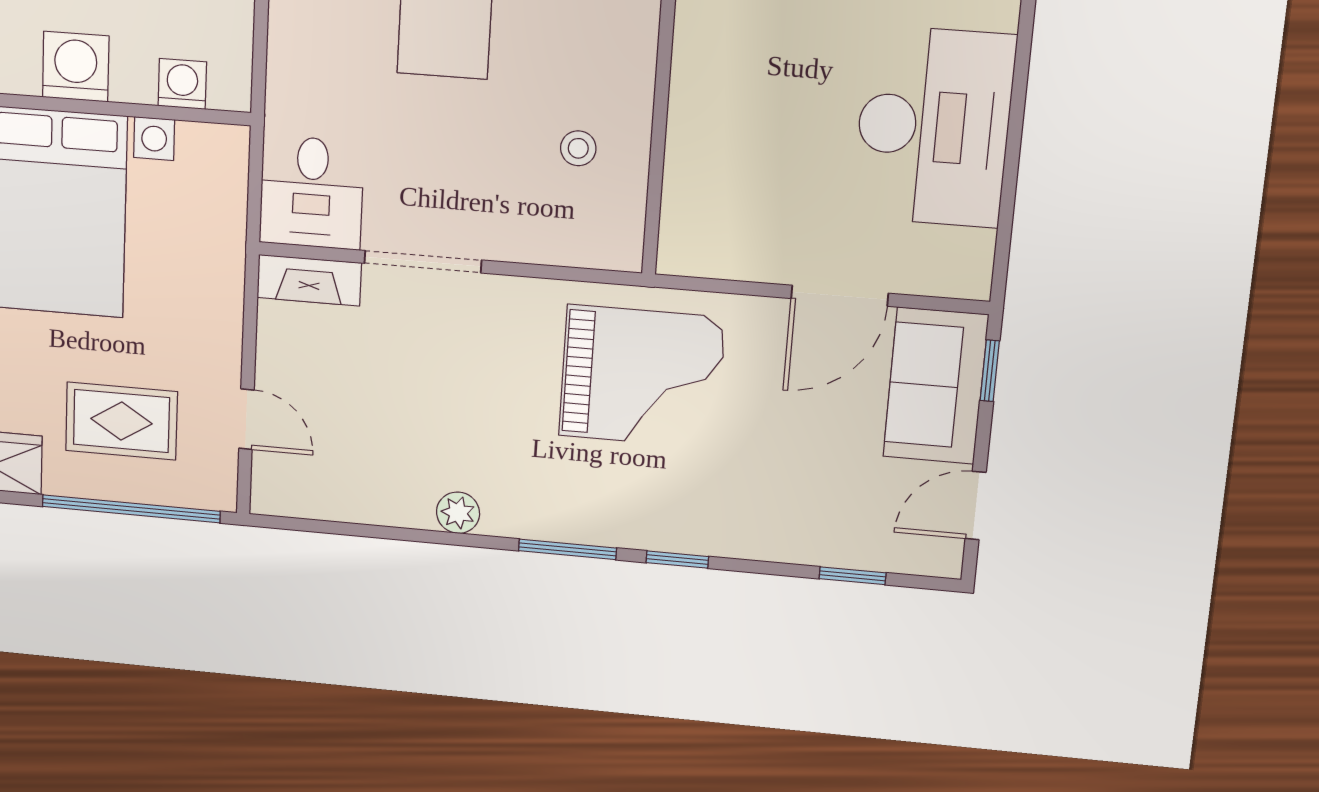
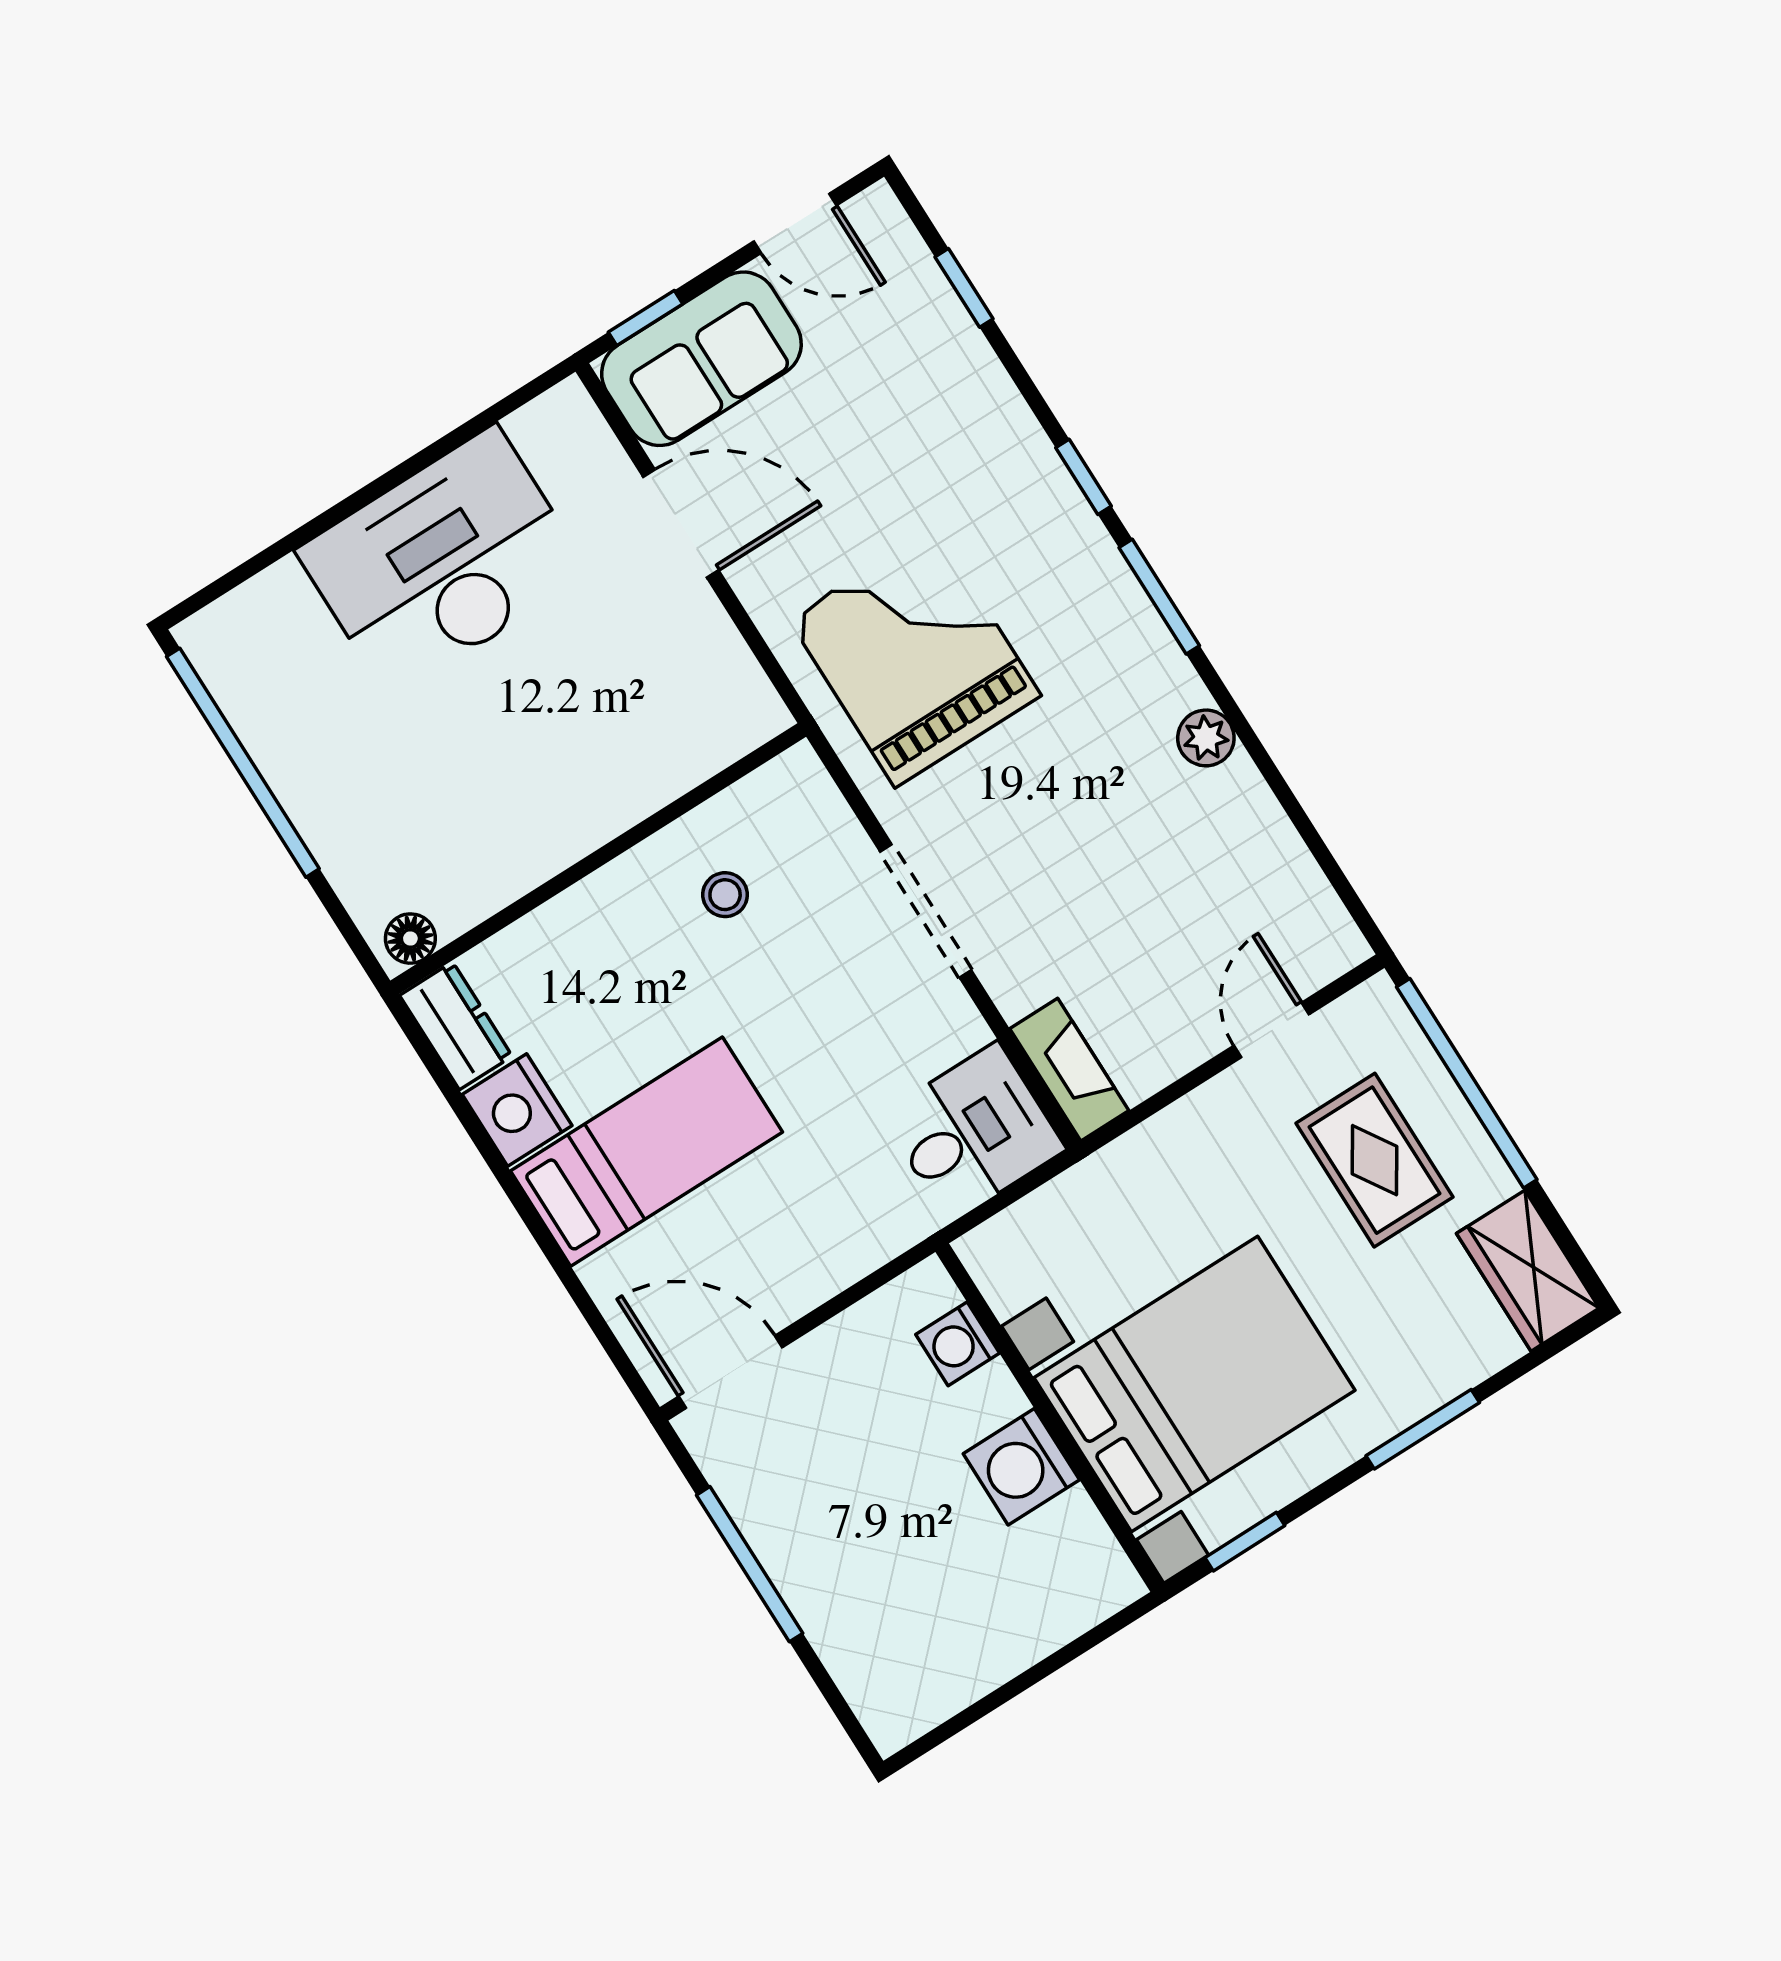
doorway: (423, 262) -> (926, 911), moved

